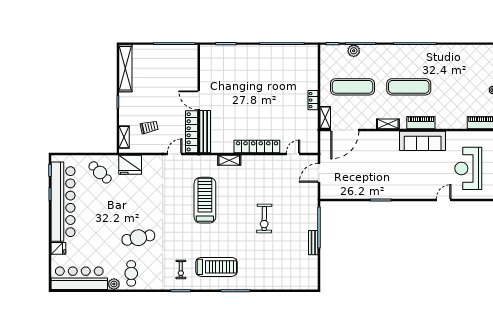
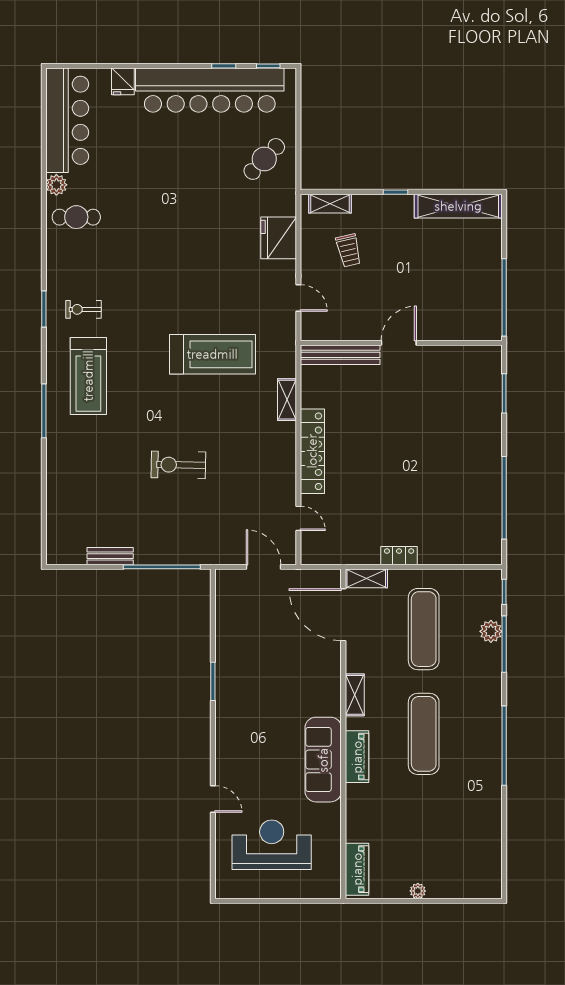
locker: (192, 132) -> (340, 330), removed
fridge: (130, 165) -> (279, 238), moved
cafe table: (138, 238) -> (143, 230), removed
bench: (313, 243) -> (110, 556), moved

